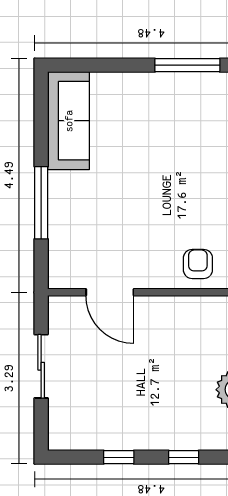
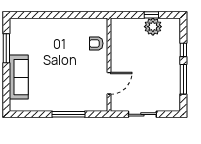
sofa: (69, 121) -> (19, 77), moved, turned 90
window: (119, 457) -> (183, 79), width x2.17

